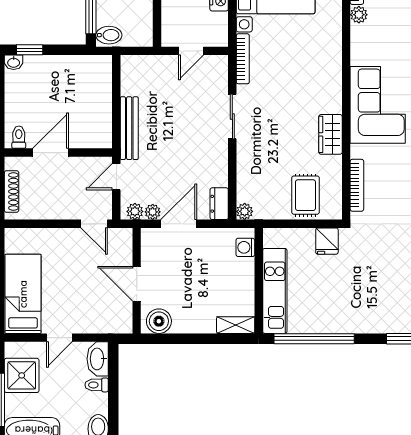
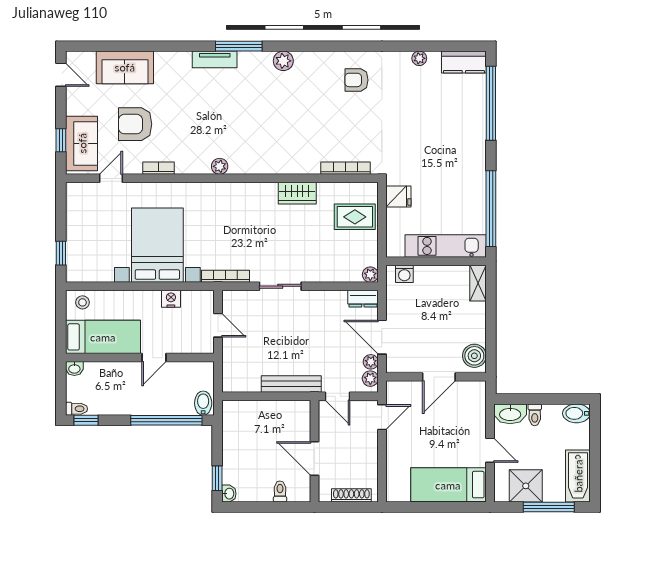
plant: (359, 15) -> (220, 166), moved
corner sofa: (378, 105) -> (269, 148), removed
toilet: (19, 137) -> (280, 492), moved, turned 90

